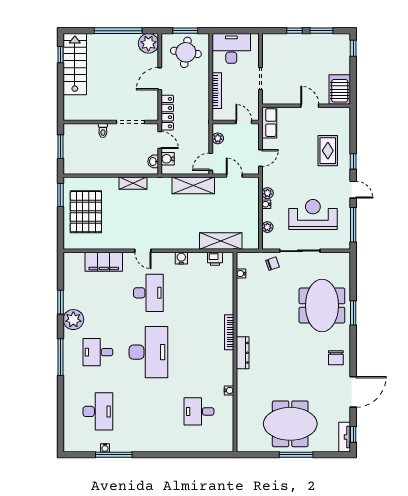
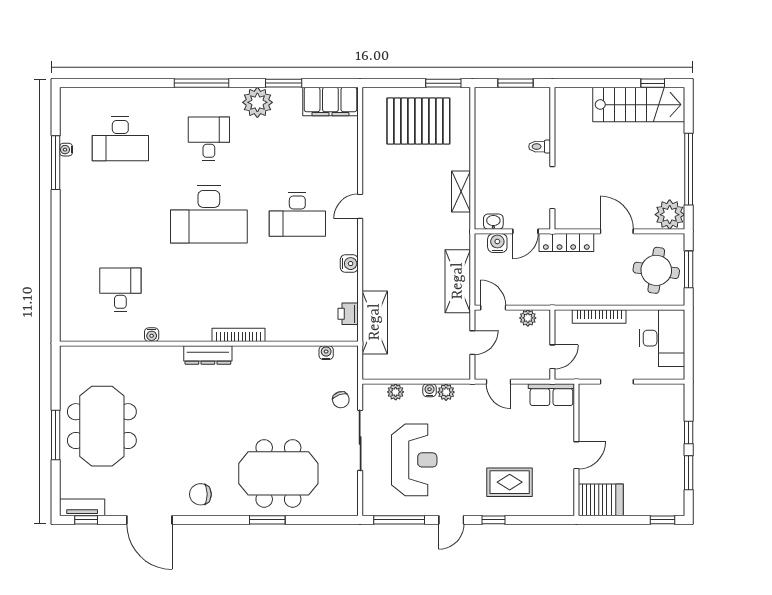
filing cabinet: (104, 262) -> (330, 102), moved, turned -90

